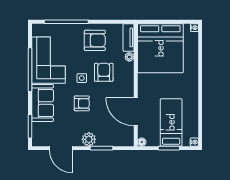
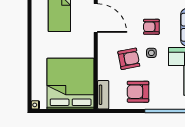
plant: (129, 57) -> (102, 75), removed
armchair: (104, 72) -> (129, 59), turned -101

